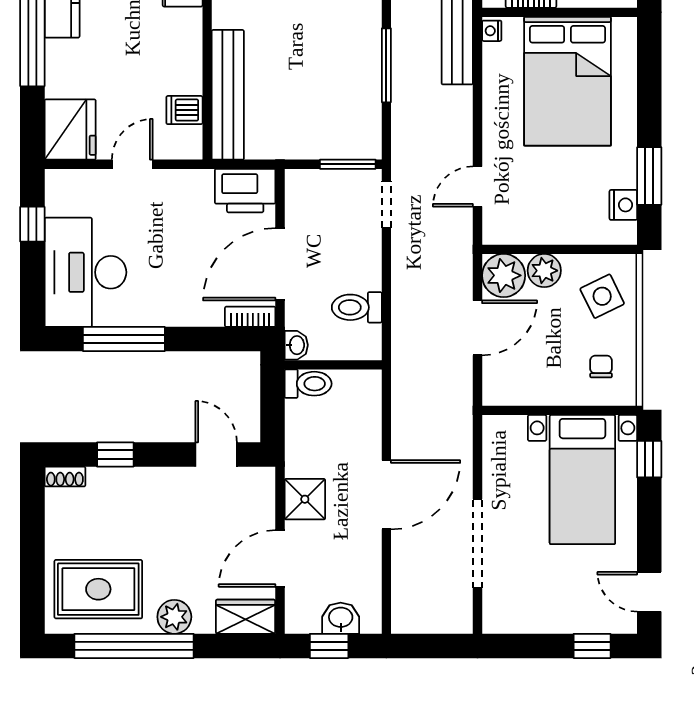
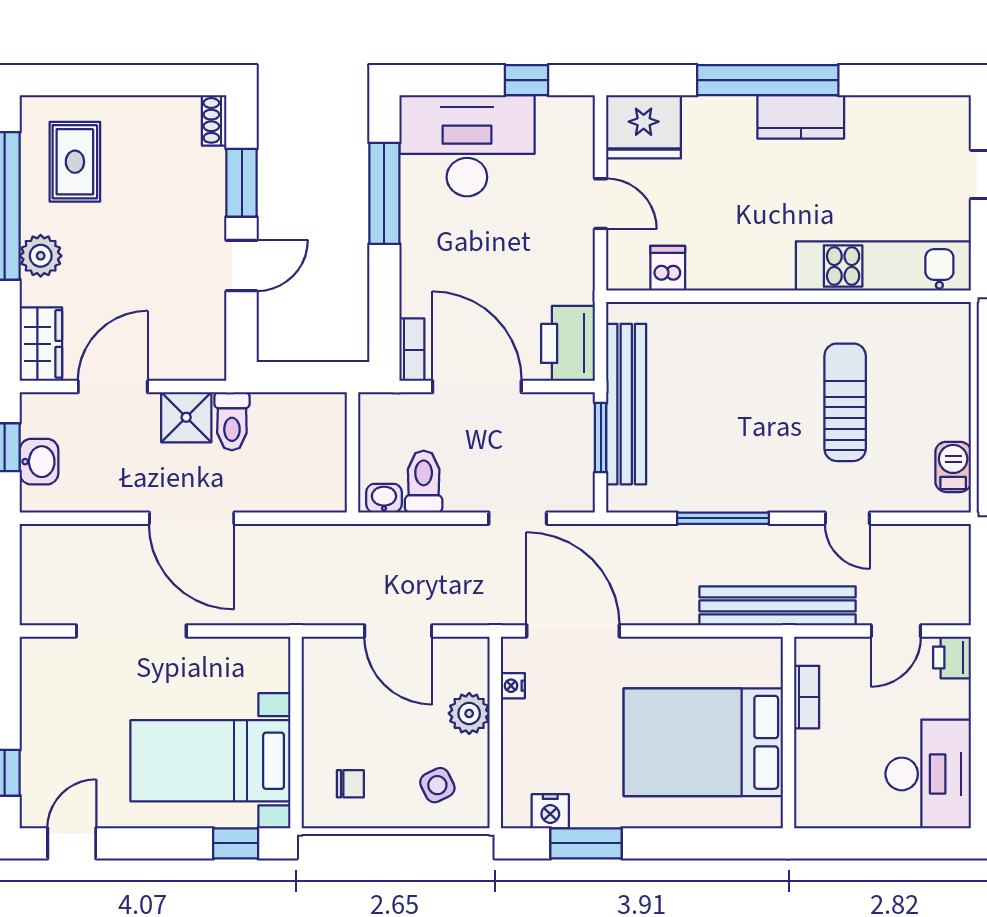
nightstand: (492, 31) -> (513, 686), moved, turned -90
bench: (228, 95) -> (626, 404), moved, turned 90
window: (348, 164) -> (601, 438), moved
door: (478, 187) -> (573, 631), width x1.87
doorway: (386, 204) -> (518, 518), moved
plant: (504, 275) -> (463, 663), removed
side table: (602, 296) -> (437, 785), width x0.73, depth x0.73
washbasin: (296, 345) -> (384, 498), moved, turned 180
toilet: (308, 384) -> (232, 421), moved
window: (115, 454) -> (242, 183), width x1.50
door: (216, 454) -> (242, 266), moved
door: (280, 558) -> (113, 387), hinge flipped
rug: (98, 589) -> (75, 162), width x0.73, depth x0.70

